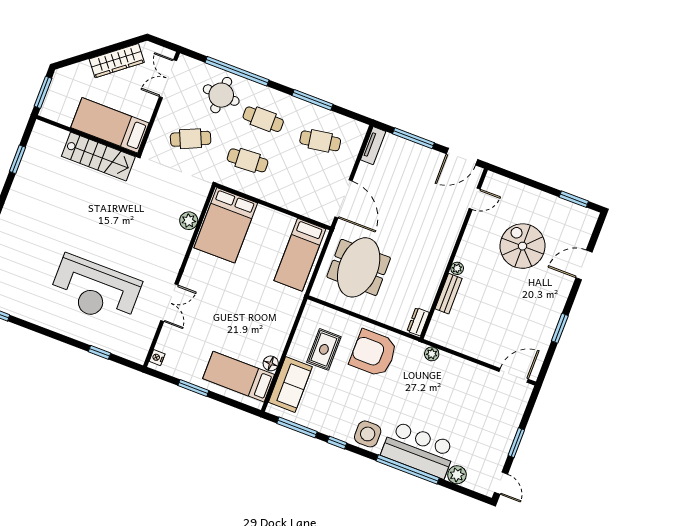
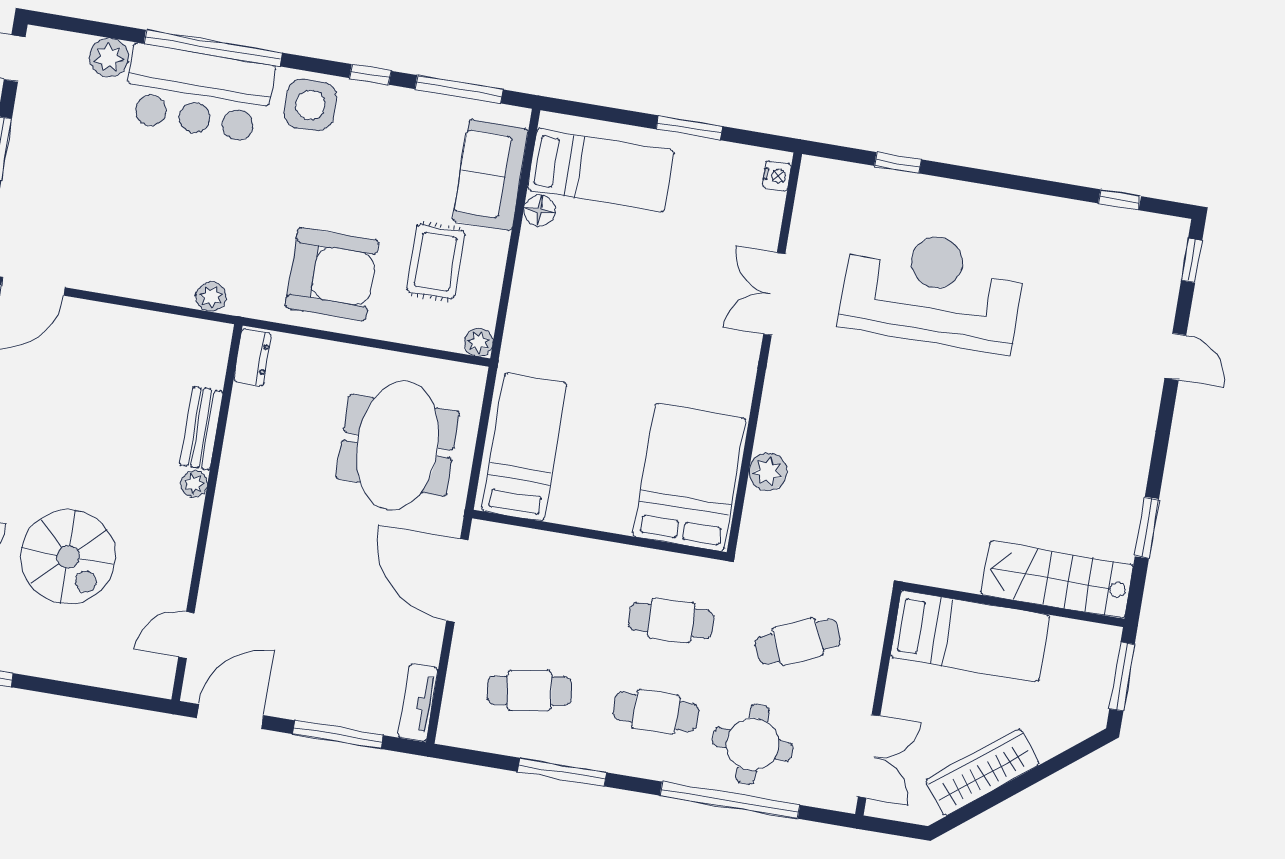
stairs: (98, 156) -> (1057, 580), moved
plant: (311, 308) -> (479, 342), added

